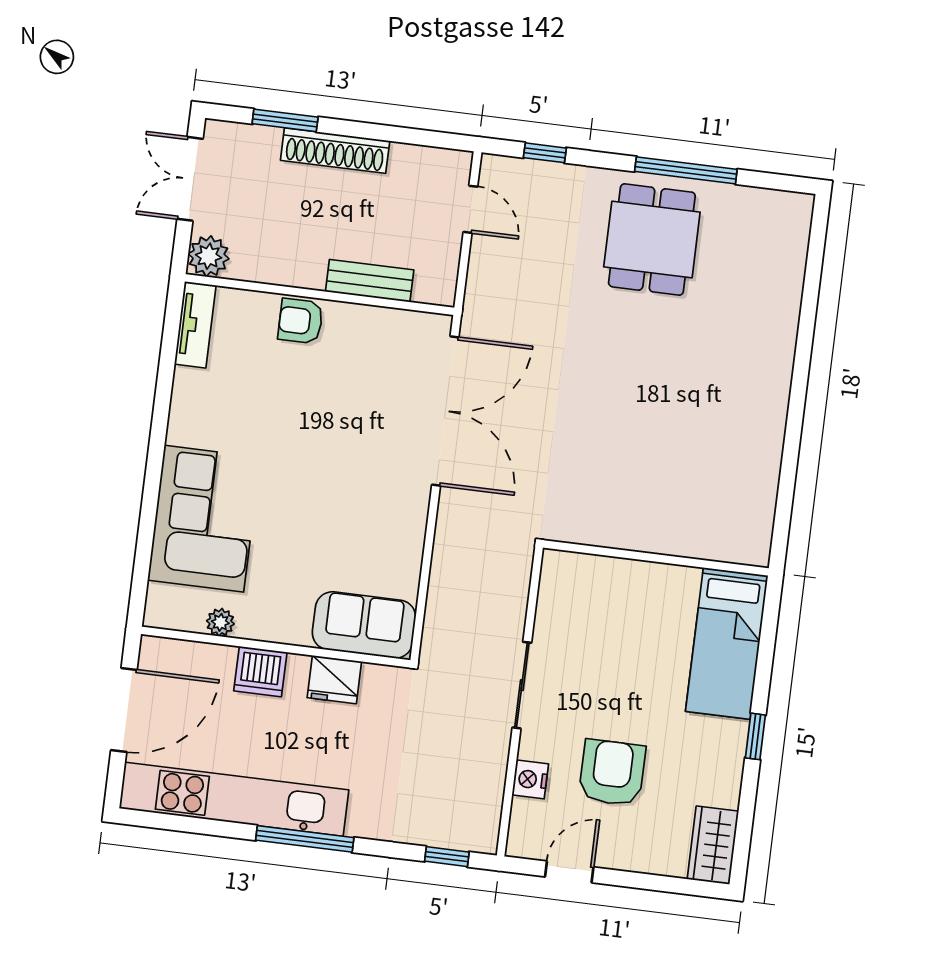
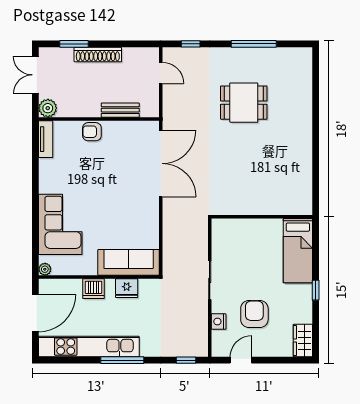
dining table: (652, 239) -> (244, 103), moved, turned 90
plant: (220, 622) -> (45, 269), moved
sofa: (364, 625) -> (129, 262), width x1.36

